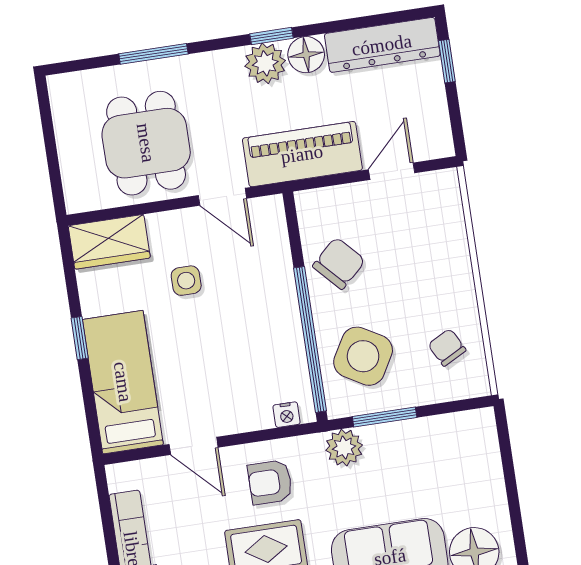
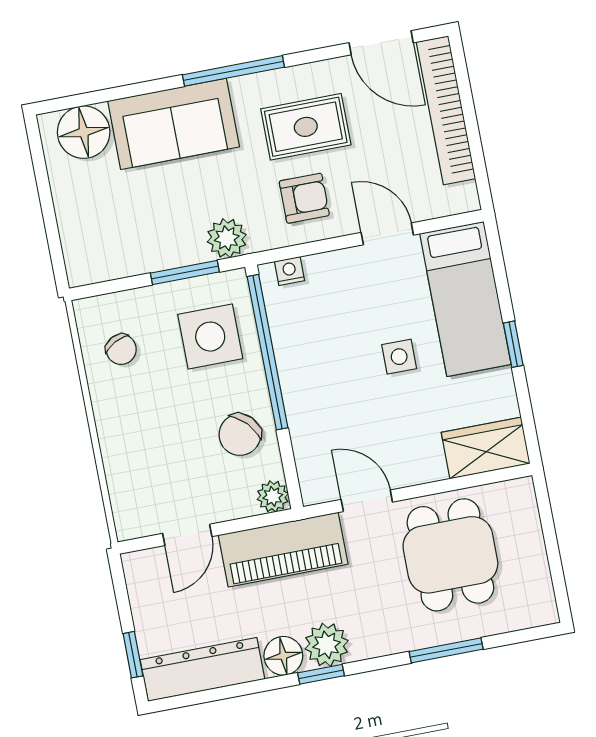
plant: (310, 204) -> (273, 496), added
side table: (186, 281) -> (399, 357), moved
side table: (363, 356) -> (210, 337), turned -30

